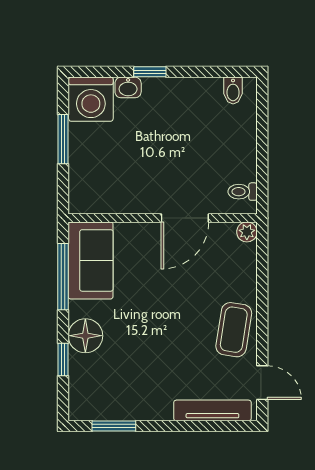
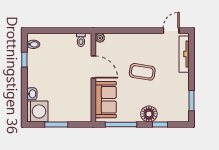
window: (150, 72) -> (24, 60), moved
sofa: (91, 260) -> (106, 100), moved, turned 90
coffee table: (234, 330) -> (142, 72), moved

